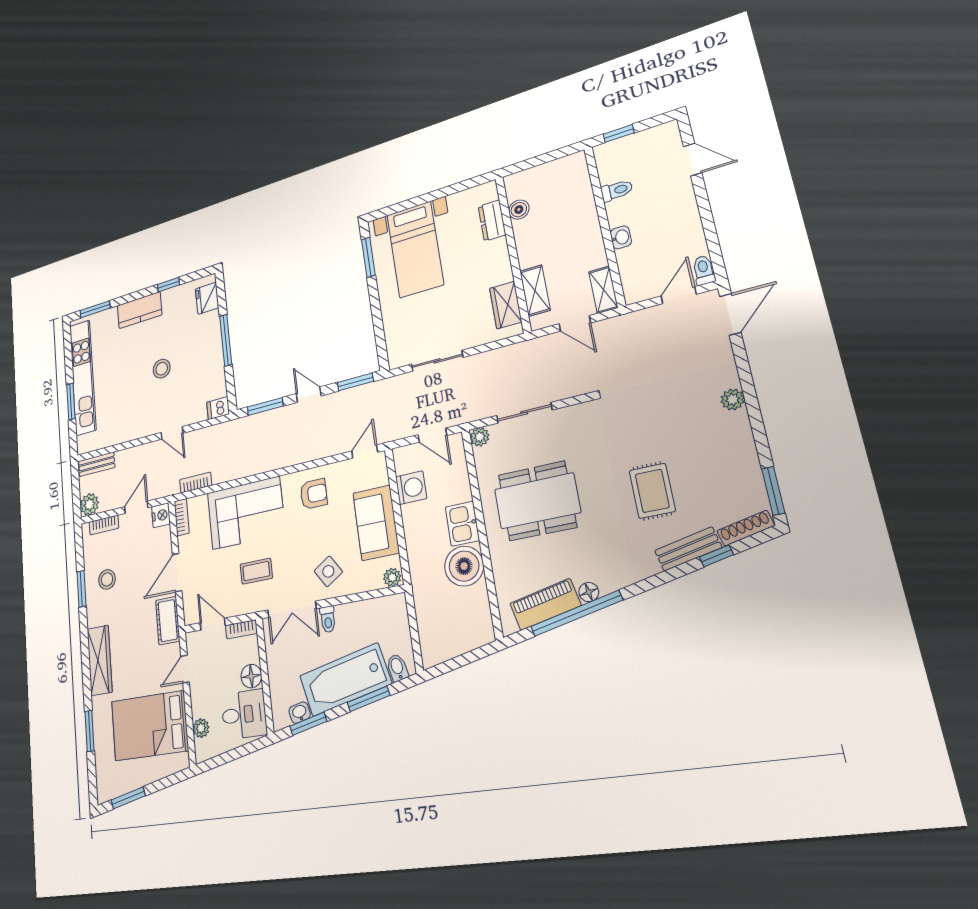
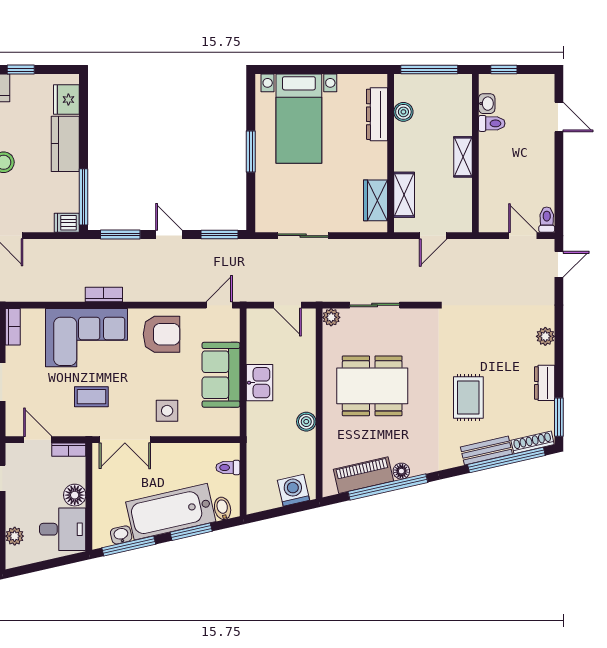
window: (538, 161) -> (429, 70), added
dresser: (492, 221) -> (377, 114), width x1.44
washbasin: (621, 237) -> (487, 104), moved
window: (368, 257) -> (251, 152), moved
shelving: (603, 290) -> (463, 157), moved
door: (679, 295) -> (523, 236), hinge flipped
door: (730, 314) -> (559, 264), width x0.73
door: (575, 323) -> (433, 236), hinge flipped
kitchen counter: (210, 337) -> (65, 144), added
window: (226, 340) -> (84, 197), moved
dresser: (745, 454) -> (545, 383), added
bookcase: (196, 483) -> (104, 294), moved
washing machine: (411, 488) -> (293, 490), moved, turned -103
armchair: (314, 494) -> (162, 334), width x1.38, depth x1.38
kitchen sink: (462, 524) -> (260, 383), moved, turned 180
window: (716, 556) -> (506, 460), width x3.17
boiler: (464, 566) -> (306, 422), width x0.54, depth x0.54
side table: (328, 571) -> (167, 411), turned 33
plant: (392, 577) -> (229, 428), removed
toilet: (328, 619) -> (228, 468), moved, turned 90
window: (308, 724) -> (129, 546), width x1.44

